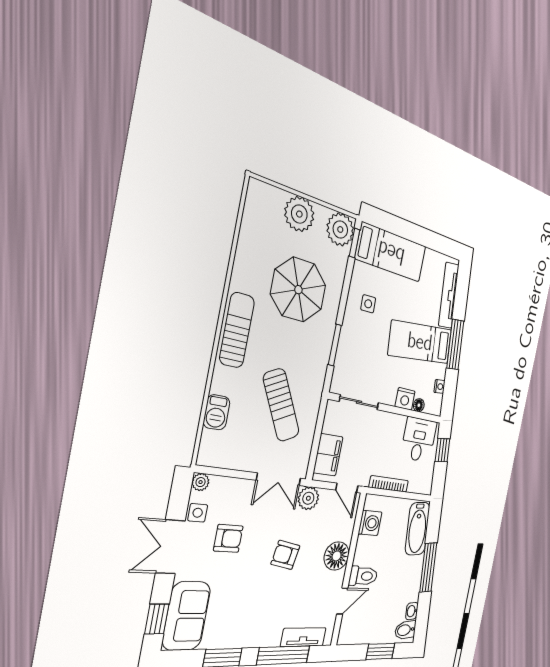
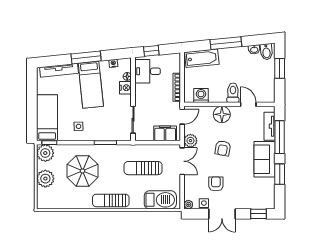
sun lounger: (281, 405) -> (143, 168), turned -153
barbecue: (217, 412) -> (160, 200), width x1.88, depth x1.53
sofa: (186, 616) -> (264, 159), moved, turned -90

